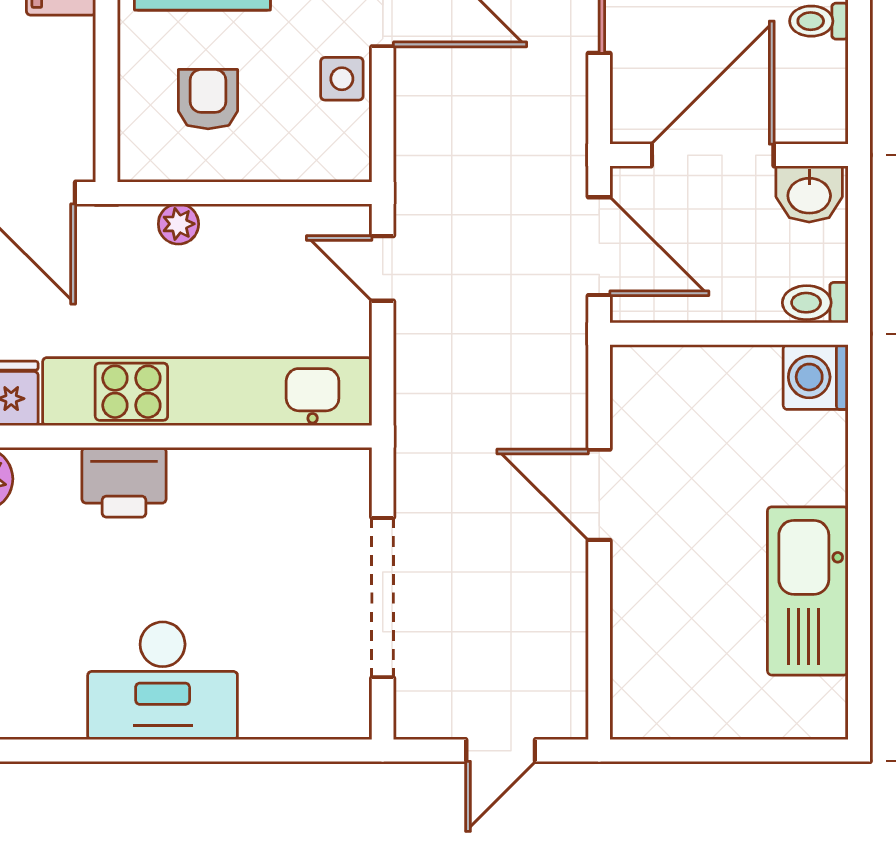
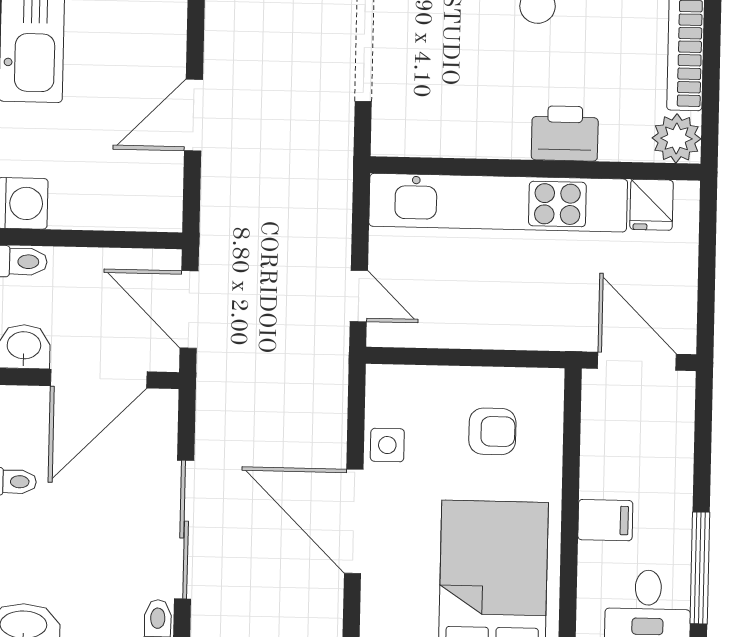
armchair: (208, 99) -> (492, 431), turned -90
plant: (178, 224) -> (518, 334), removed
door: (599, 495) -> (193, 115), swing flipped

